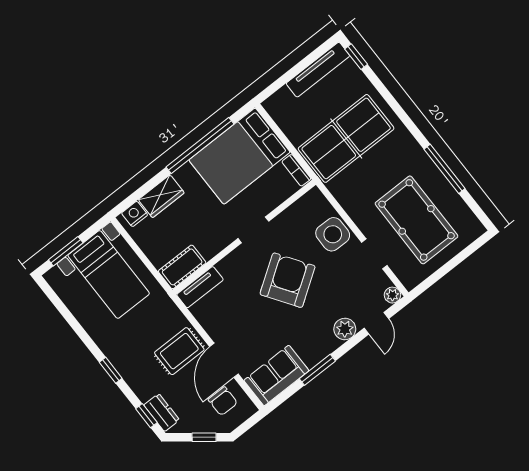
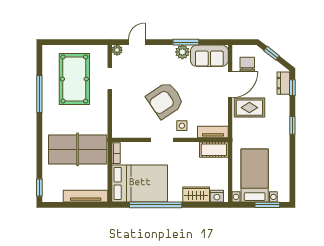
tv unit: (318, 70) -> (86, 196), moved
side table: (333, 234) -> (182, 126), moved, width x0.54, depth x0.54
plant: (345, 329) -> (182, 52), moved

